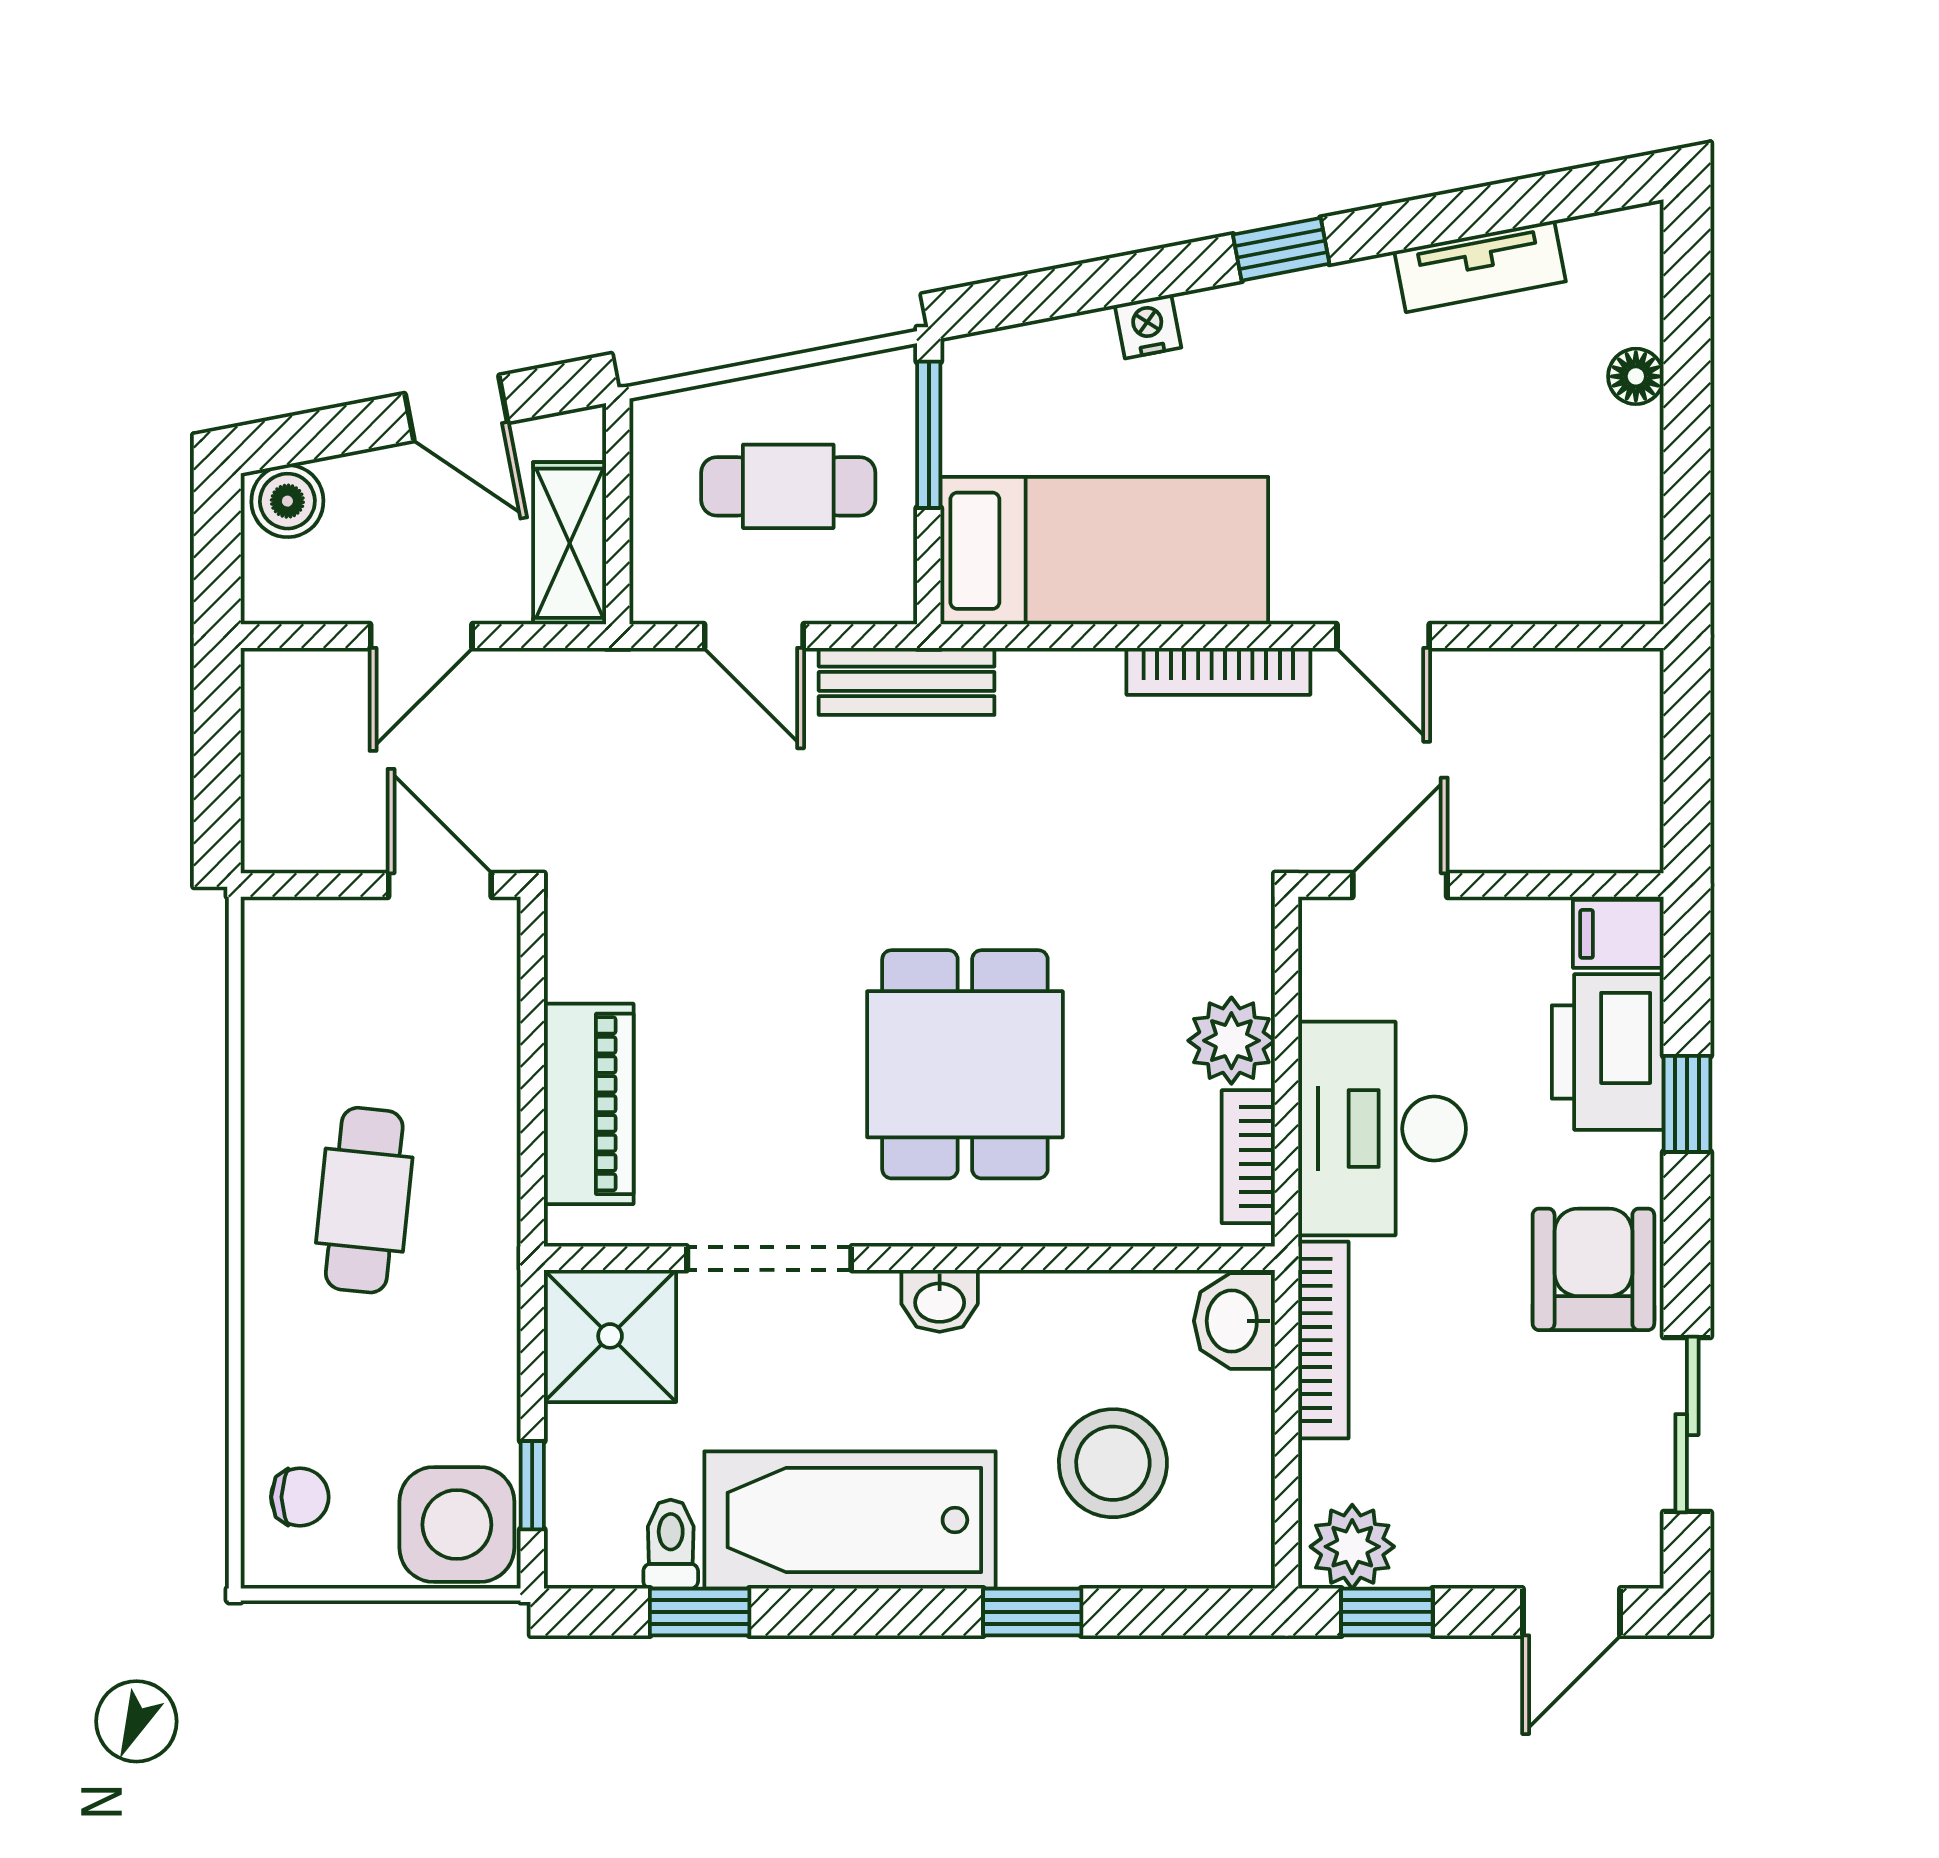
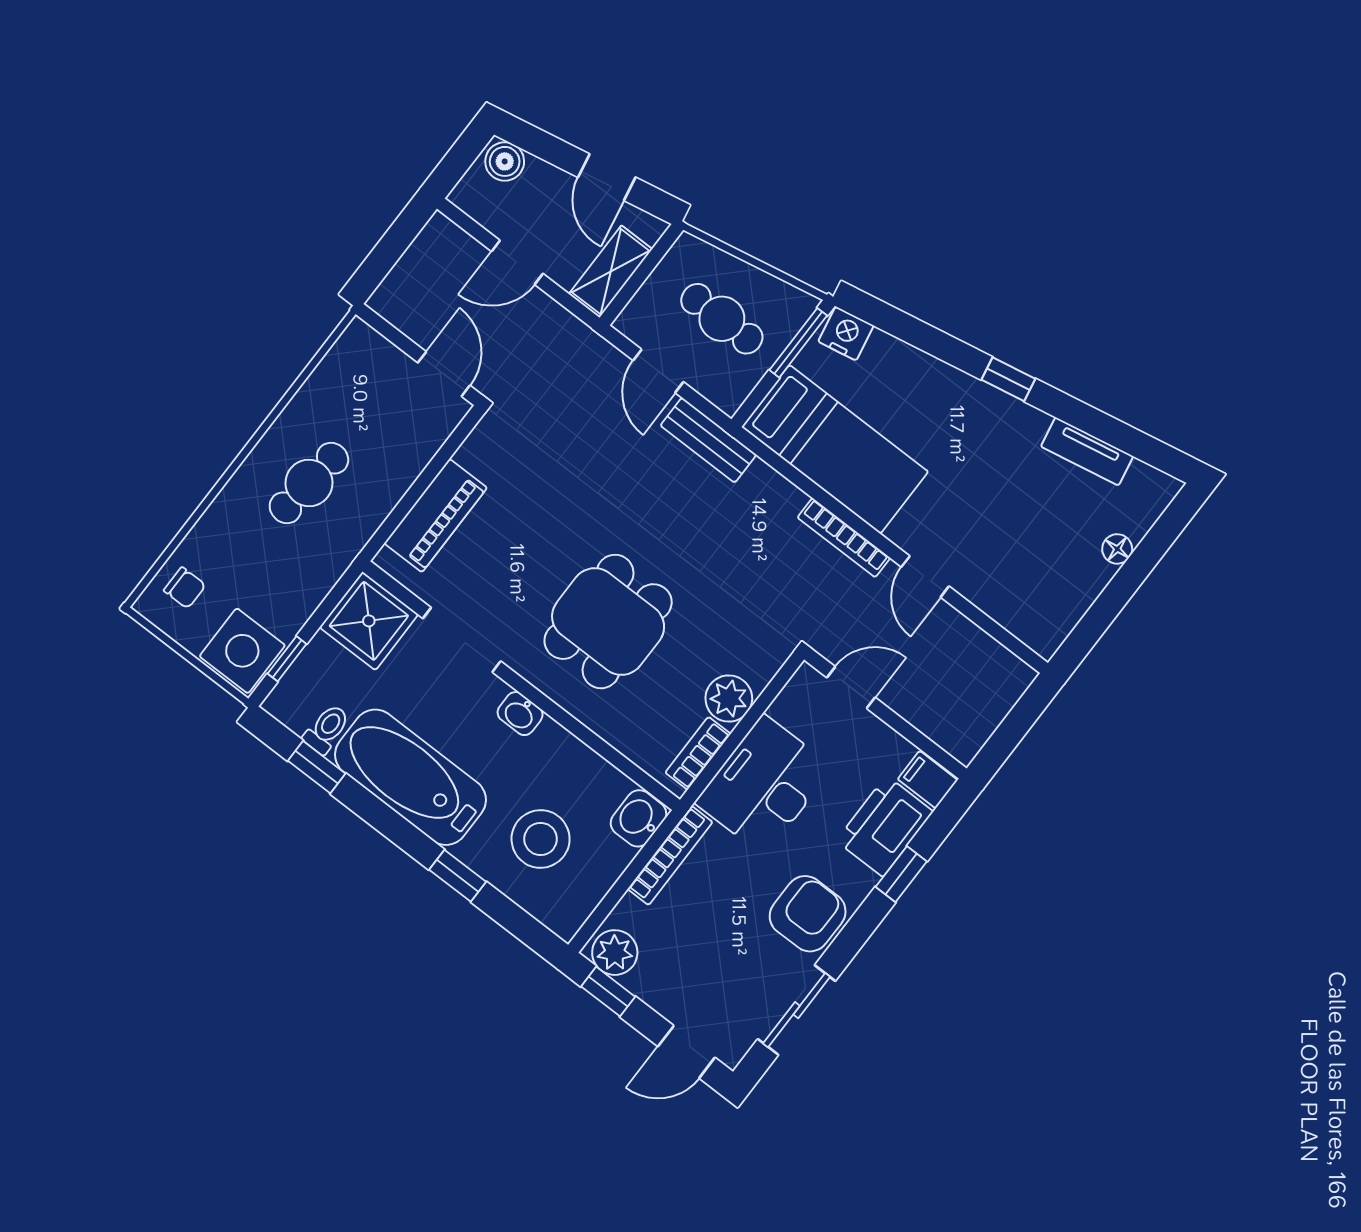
nightstand: (1148, 326) -> (846, 334), moved, width x1.39, depth x1.35

